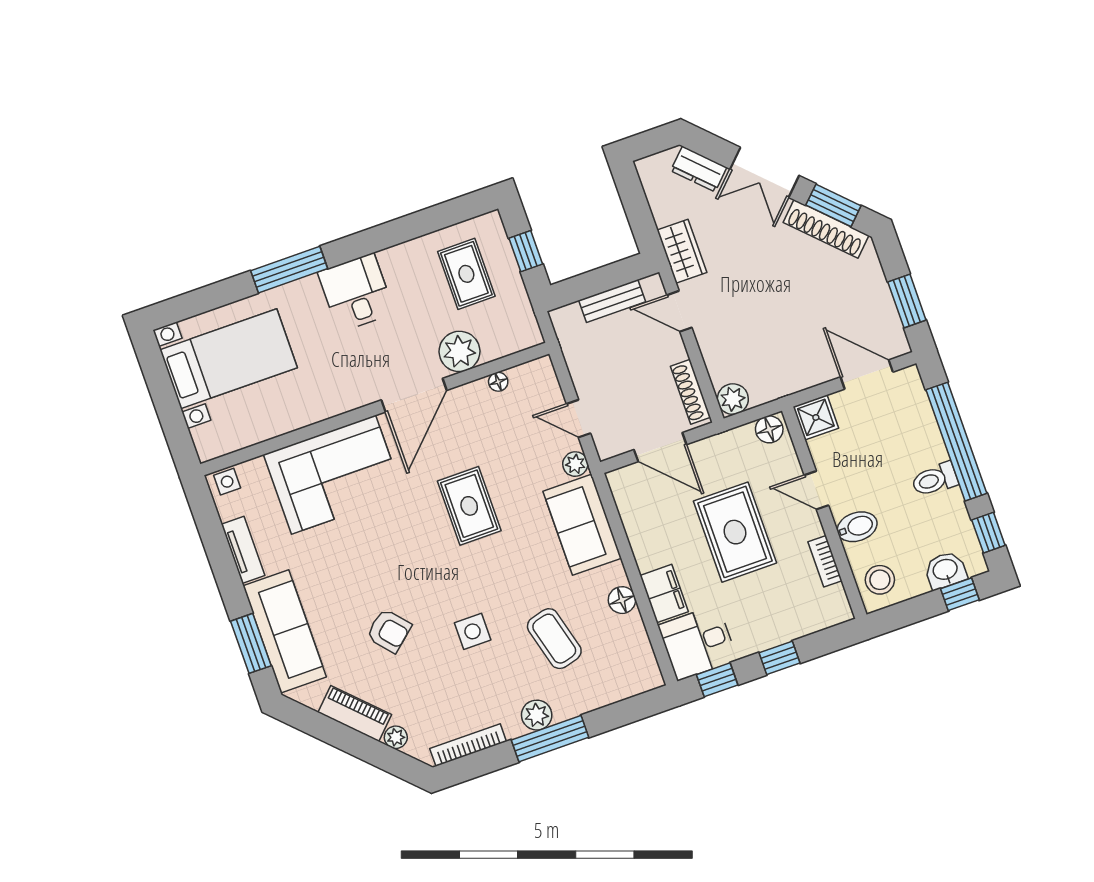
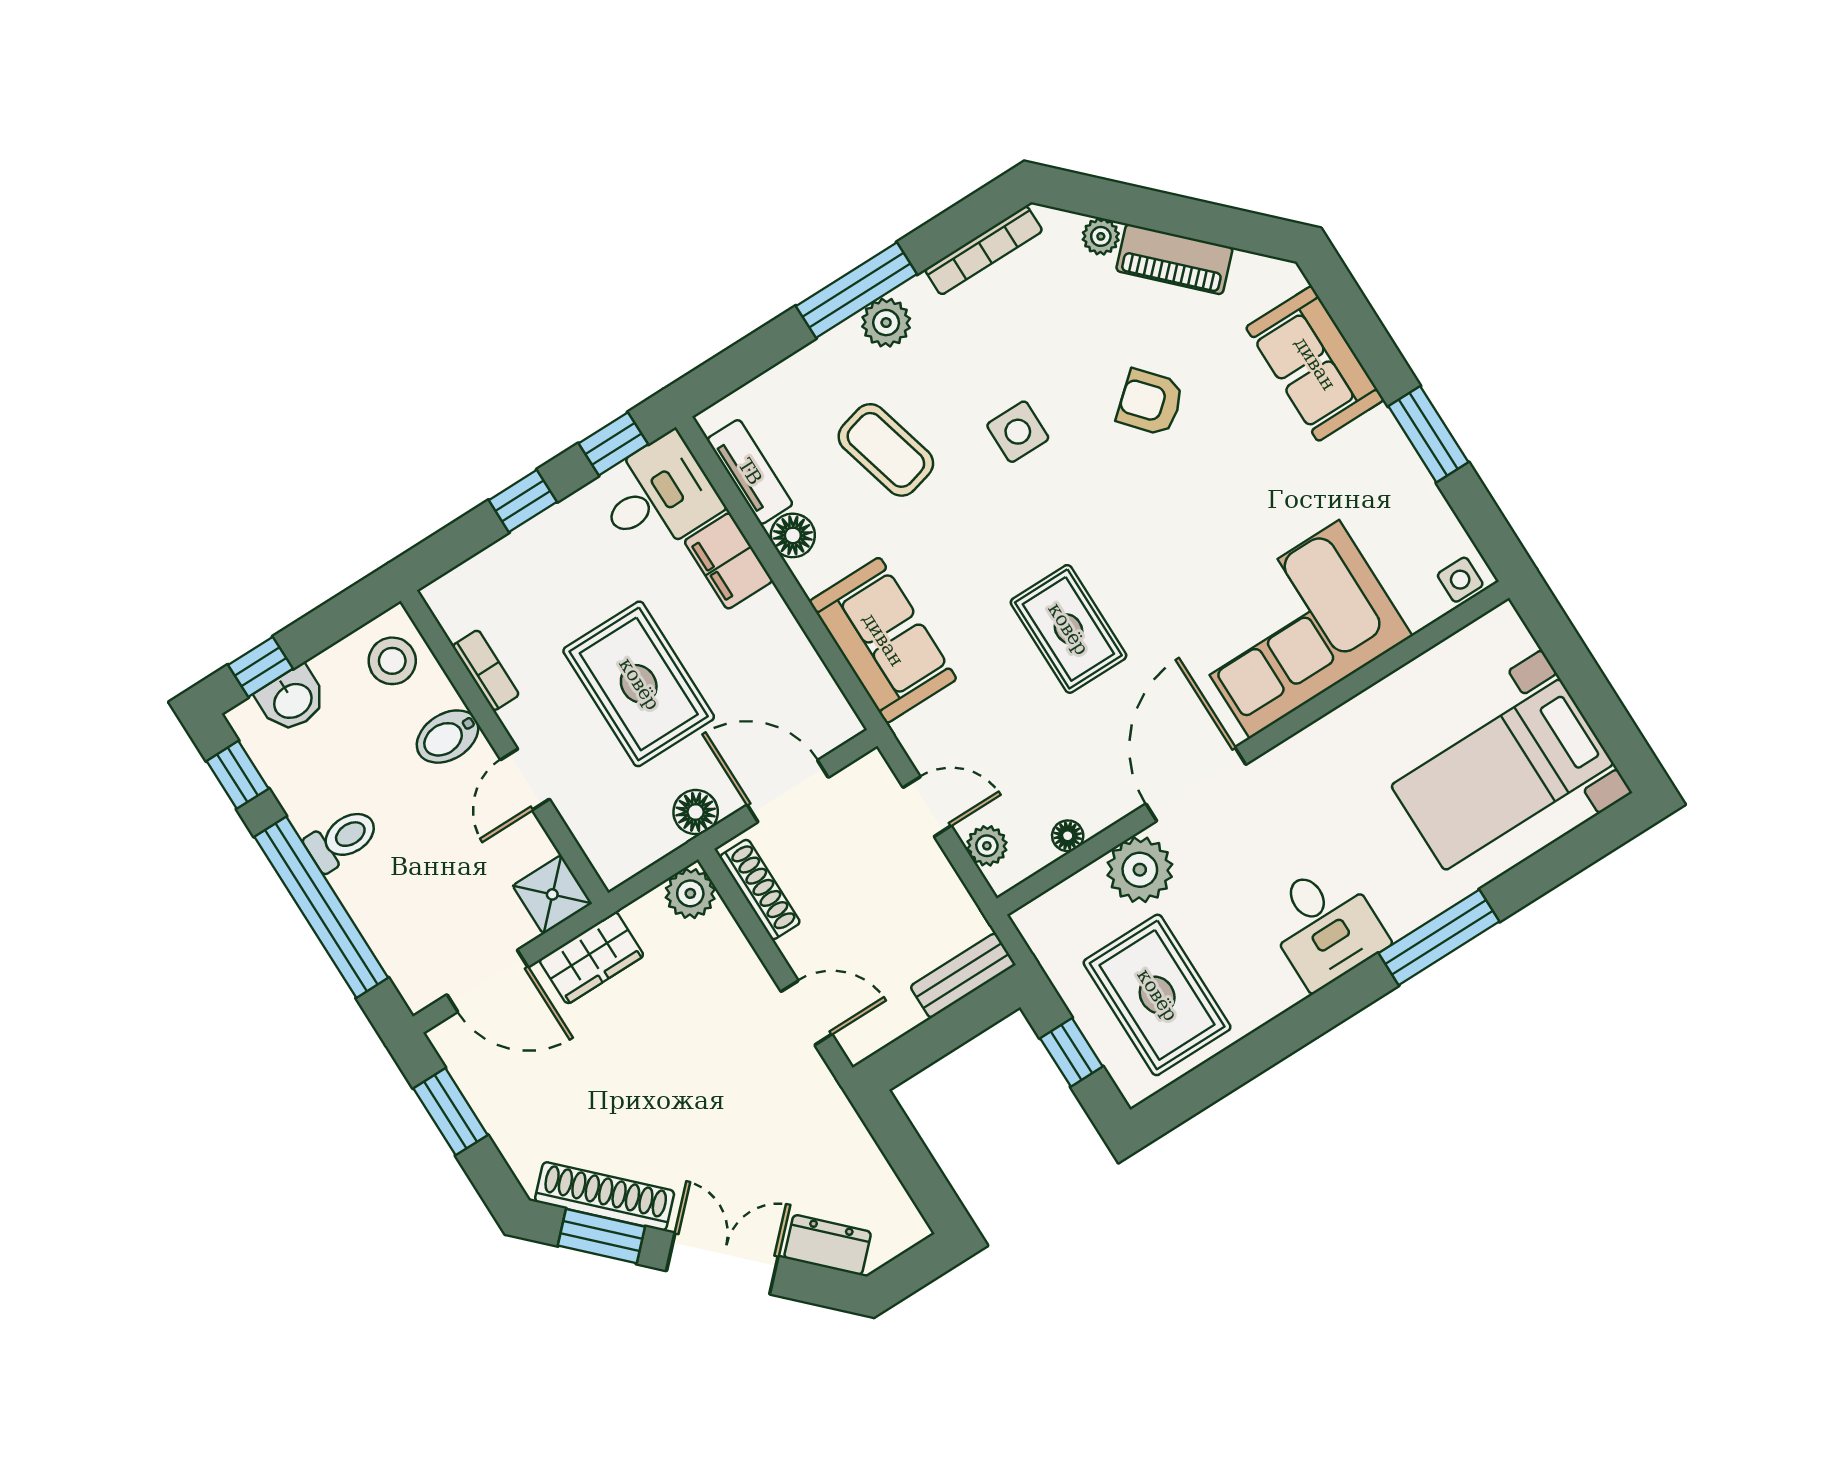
wardrobe: (682, 251) -> (592, 958), moved, turned -90
rug: (466, 274) -> (1157, 995), width x1.36, depth x1.43
bench: (612, 301) -> (963, 976), moved
floor lamp: (769, 429) -> (696, 812), moved
plant: (575, 464) -> (987, 846), moved
door: (816, 490) -> (525, 779), swing flipped
tv unit: (243, 550) -> (750, 472), moved, turned 180
sofa: (285, 631) -> (1315, 364), width x0.73
window: (251, 643) -> (1428, 434), moved

